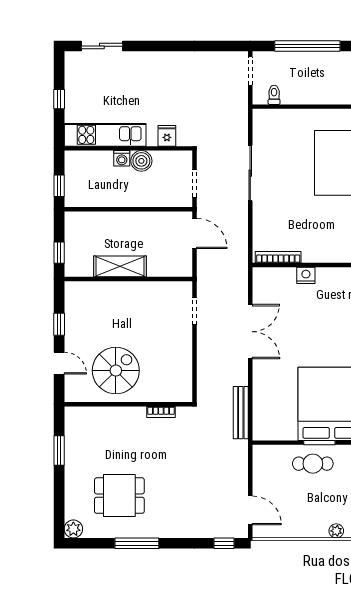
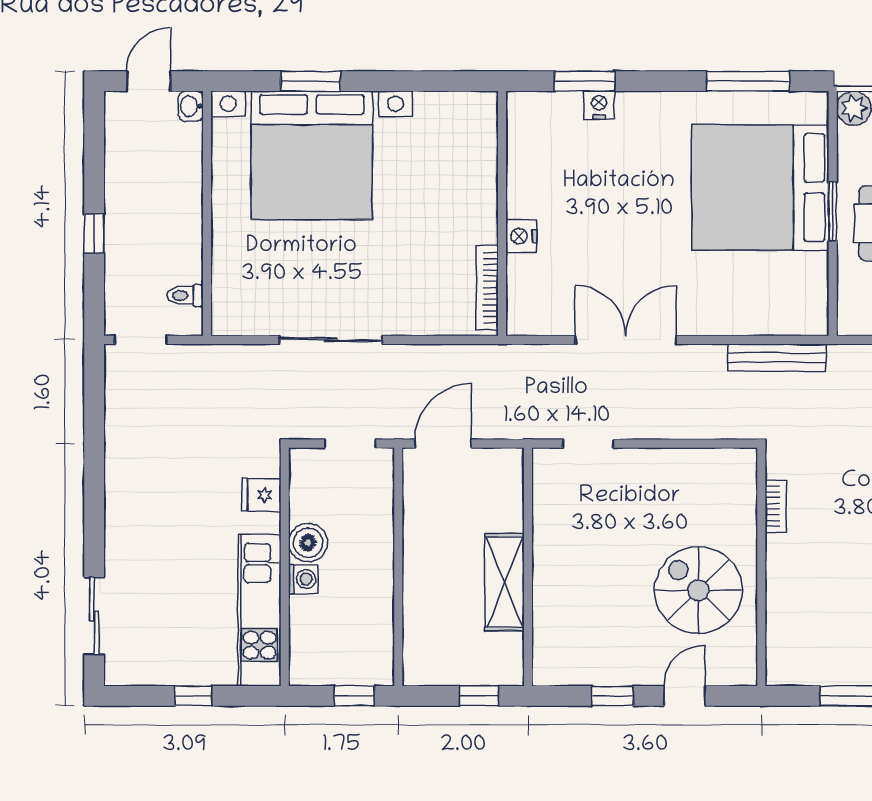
window: (307, 46) -> (94, 233), width x0.32

